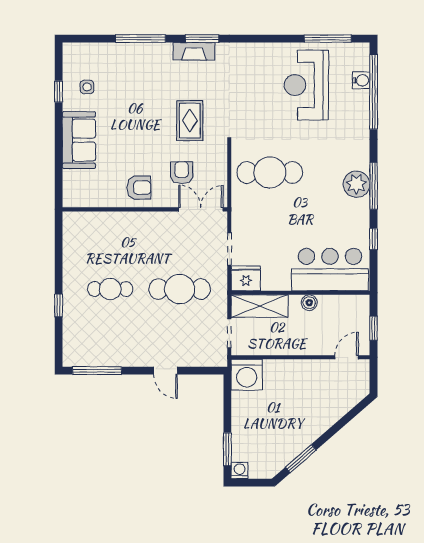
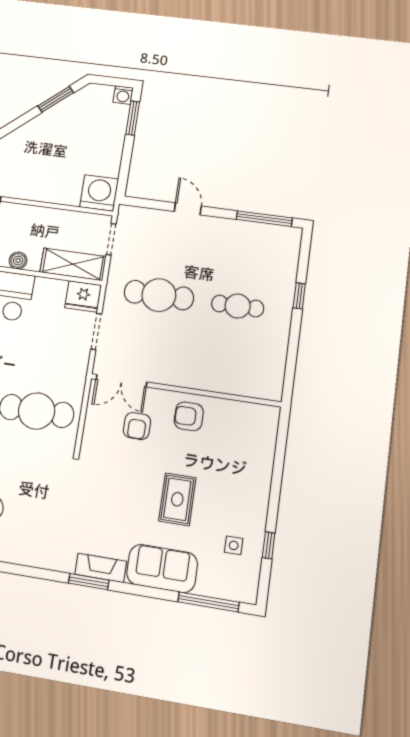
window: (140, 39) -> (209, 602), moved
rug: (190, 121) -> (177, 499), moved
sofa: (79, 140) -> (162, 569), moved, turned 90

